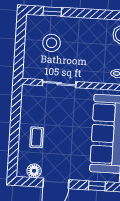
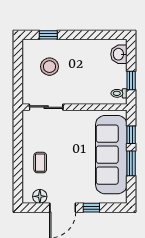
sliding door: (59, 84) -> (46, 107), moved
window: (97, 186) -> (91, 208), moved

